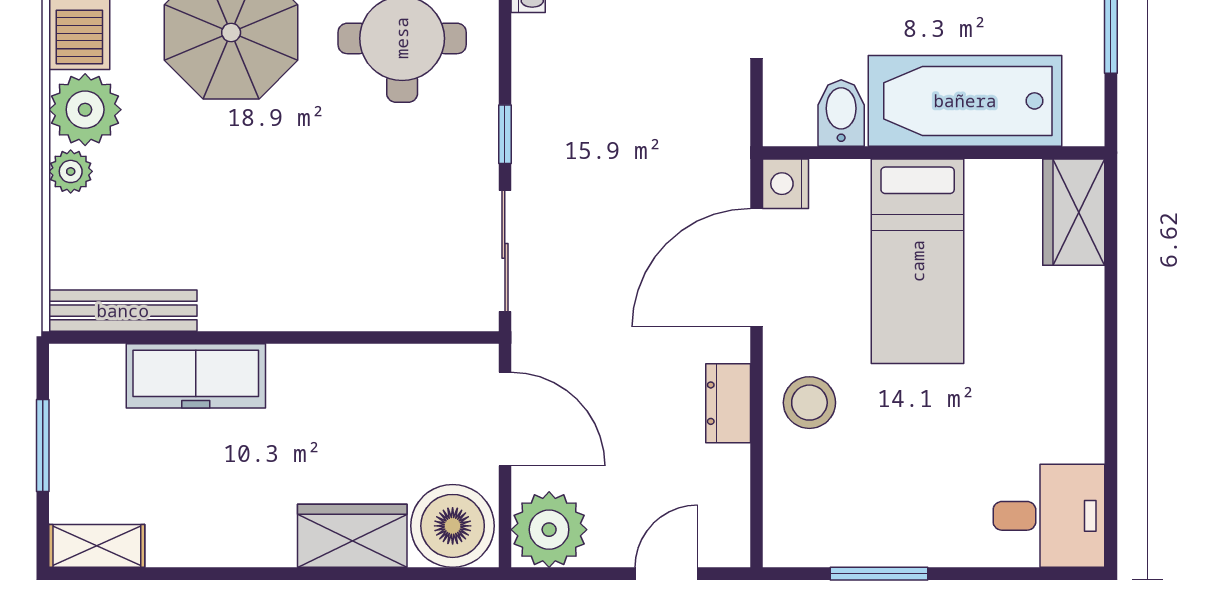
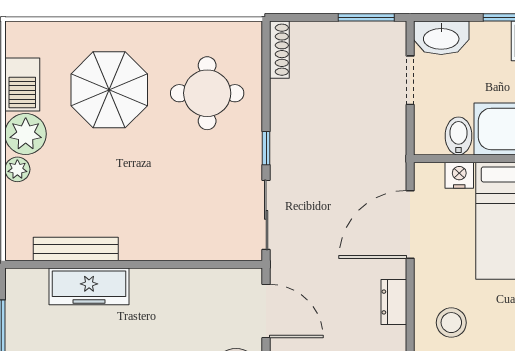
nightstand: (786, 184) -> (459, 175), moved, turned 90
bench: (123, 311) -> (76, 249), moved
stool: (809, 403) -> (451, 323), moved

